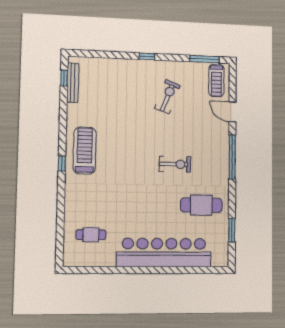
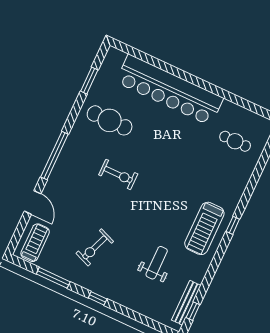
window: (205, 59) -> (53, 278), moved
weight bench: (112, 105) -> (157, 263), added
exercise bike: (175, 164) -> (118, 174), turned 180

